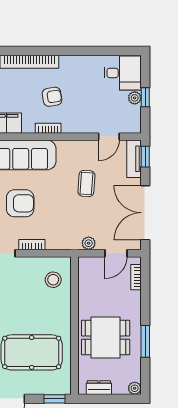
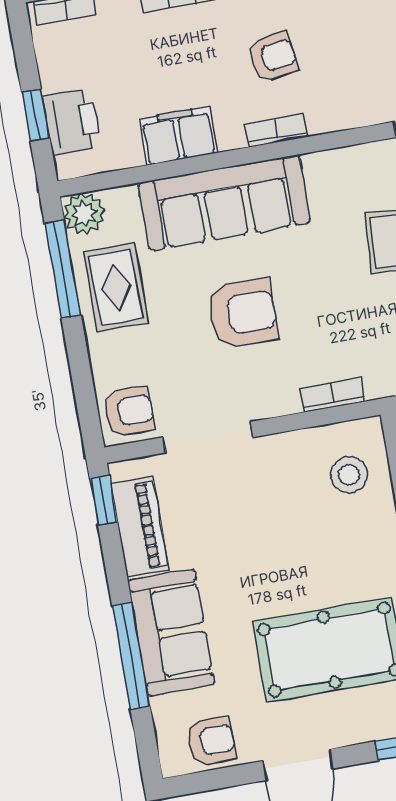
bookcase: (32, 245) -> (333, 395), moved

